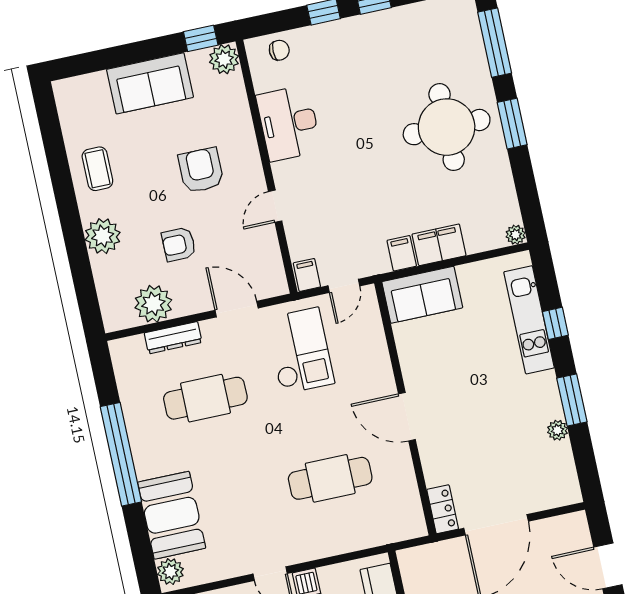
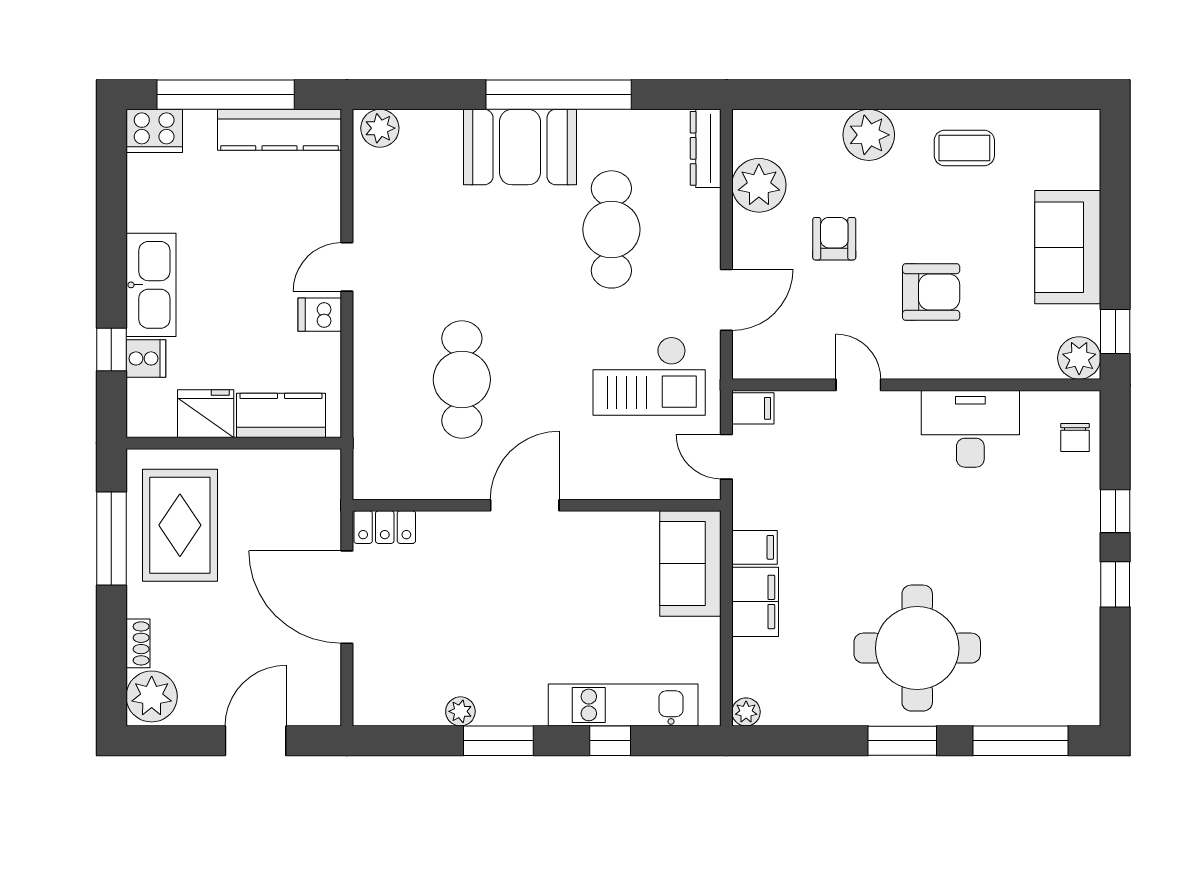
dresser: (173, 338) -> (706, 148), moved
booth: (172, 515) -> (520, 147), moved

